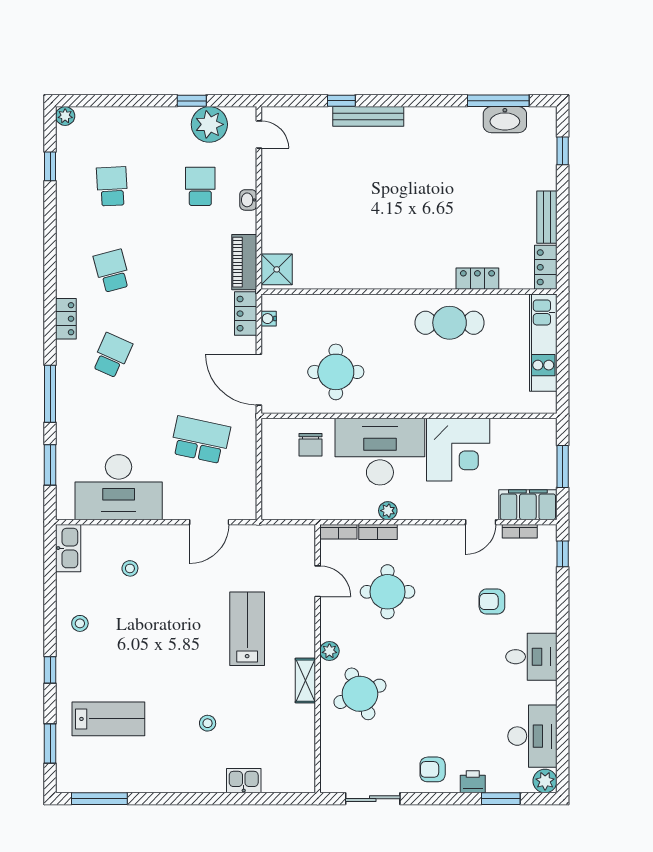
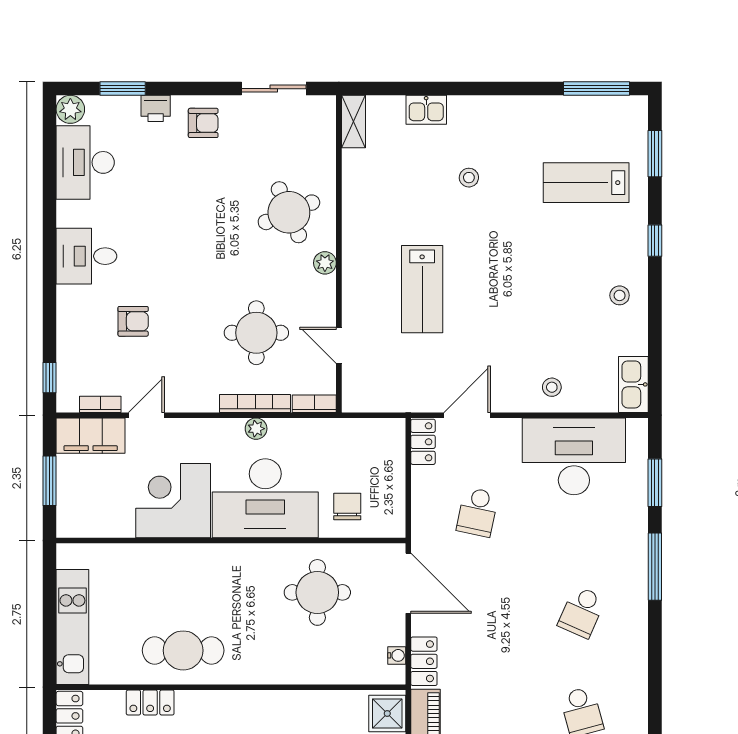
locker: (66, 319) -> (423, 442), moved, turned 180
school desk: (200, 440) -> (477, 512), width x0.54
bookcase: (378, 532) -> (255, 403), width x1.56
stool: (130, 568) -> (552, 387), moved
shelving: (305, 681) -> (353, 122), moved

